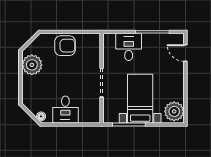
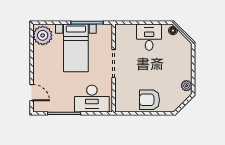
desk: (129, 47) -> (92, 99), width x1.37
plant: (32, 65) -> (186, 86), width x0.53, depth x0.53

